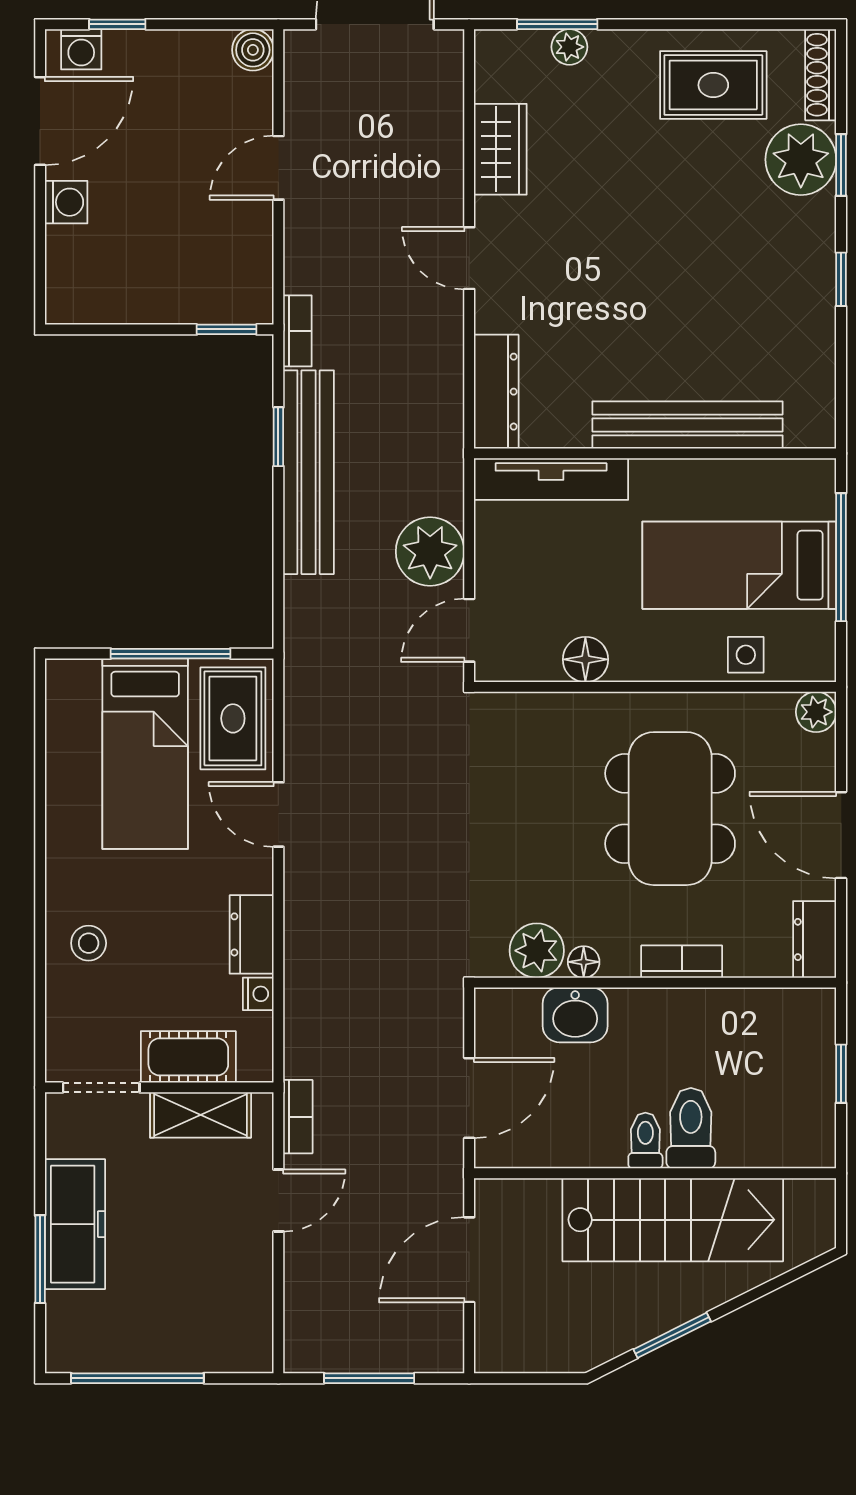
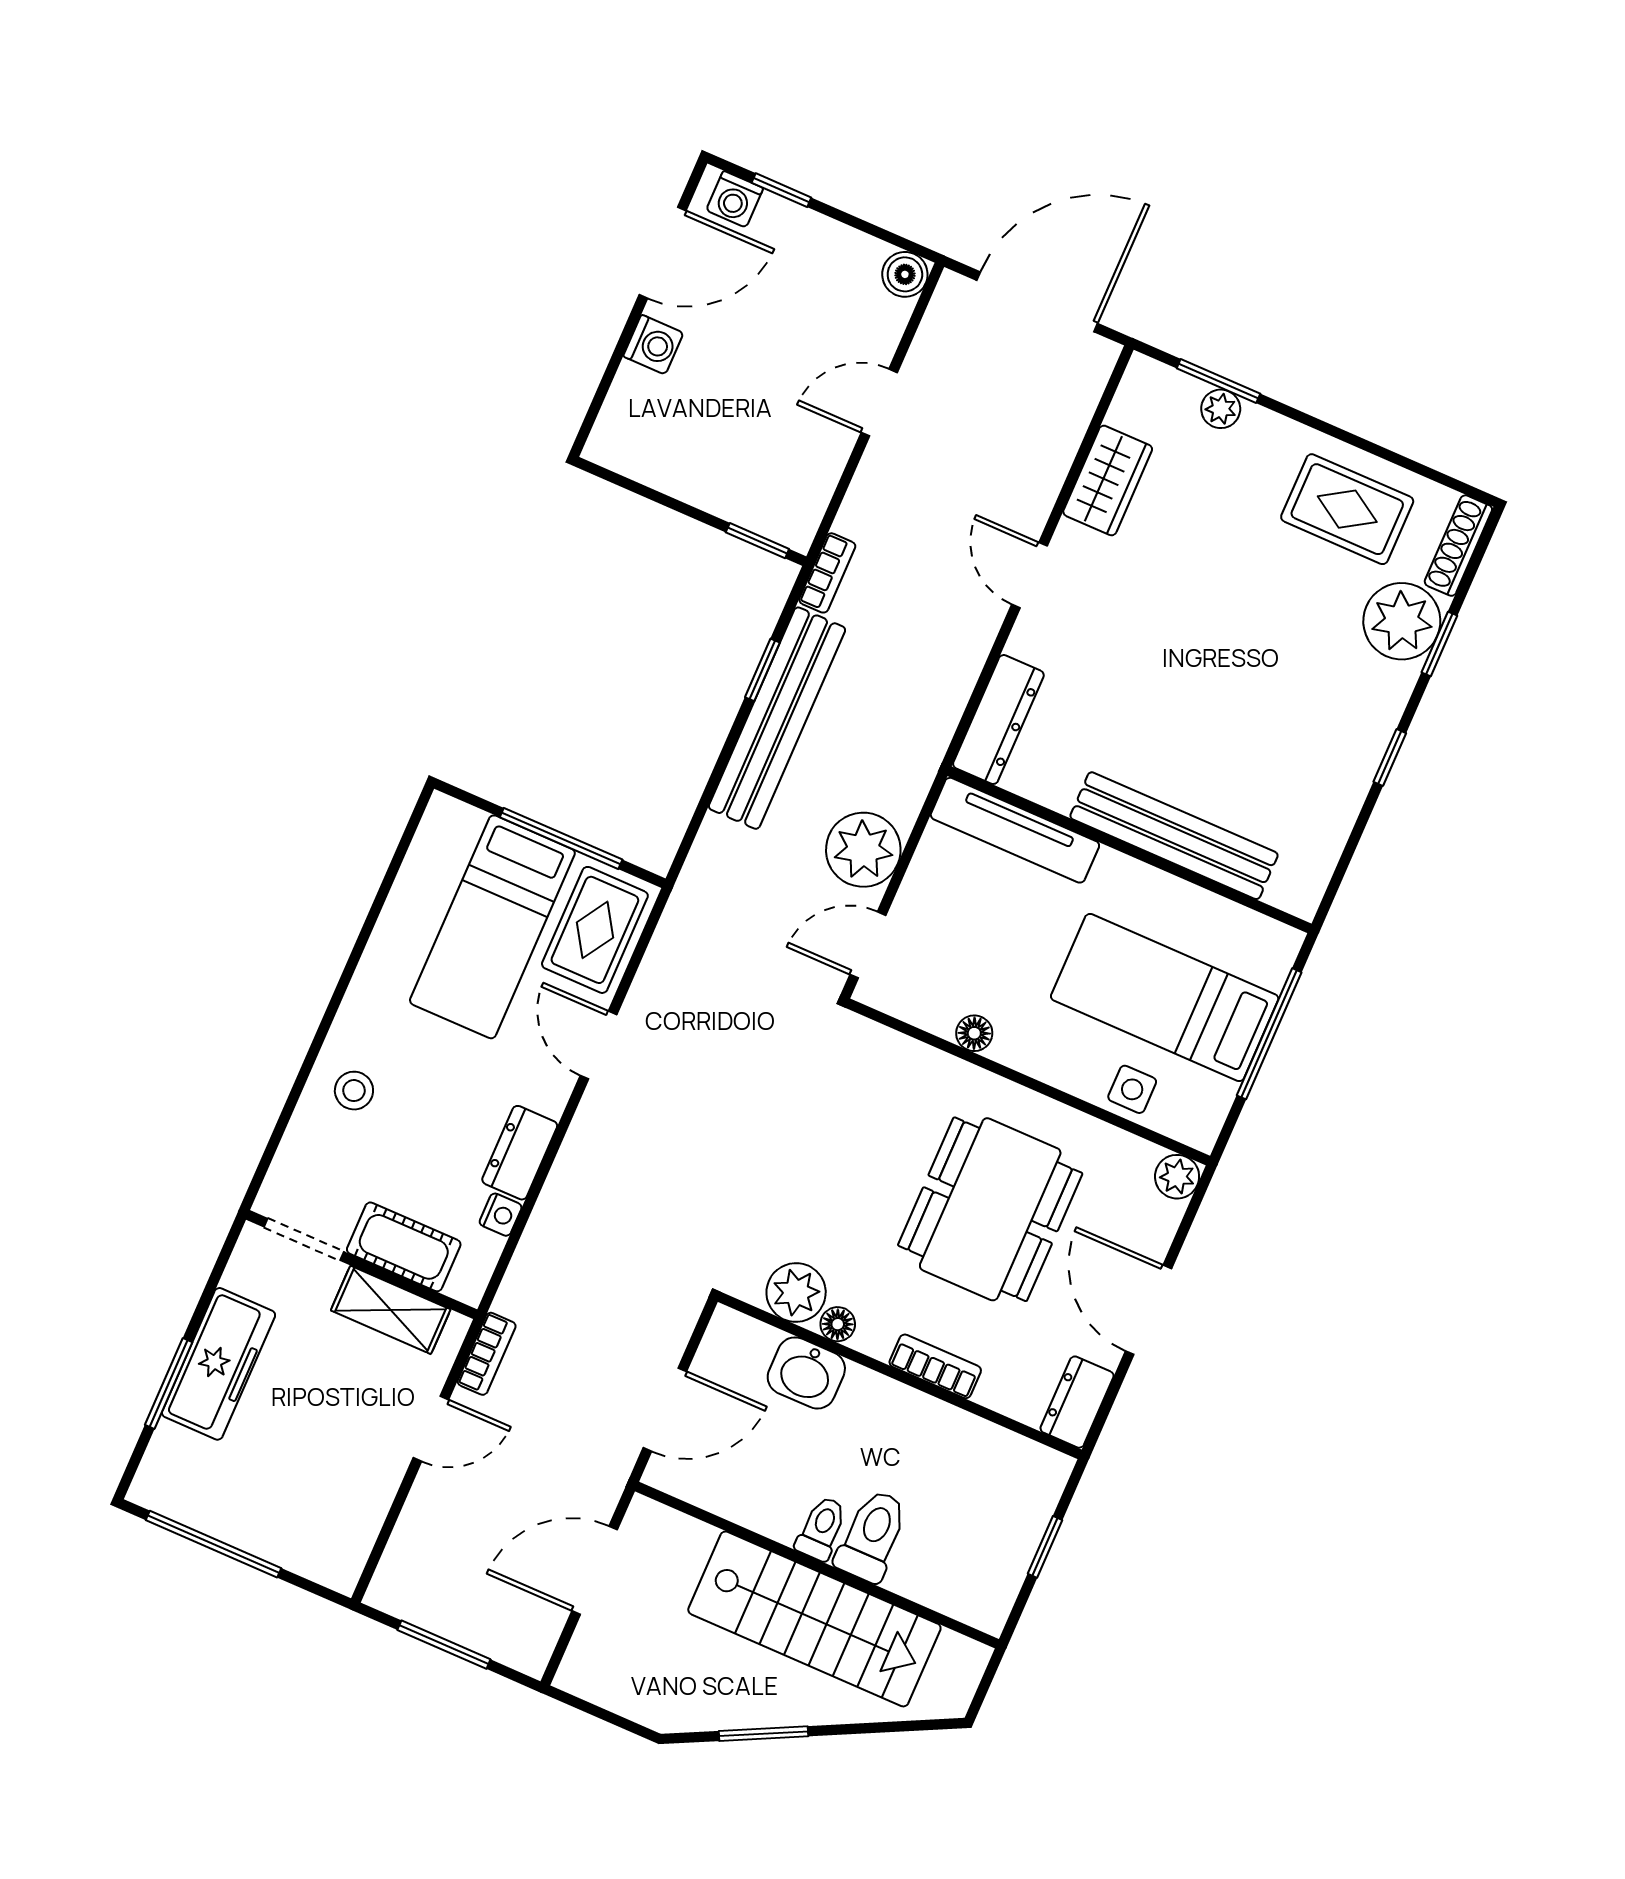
floor lamp: (585, 659) -> (974, 1033), width x0.73, depth x0.73

